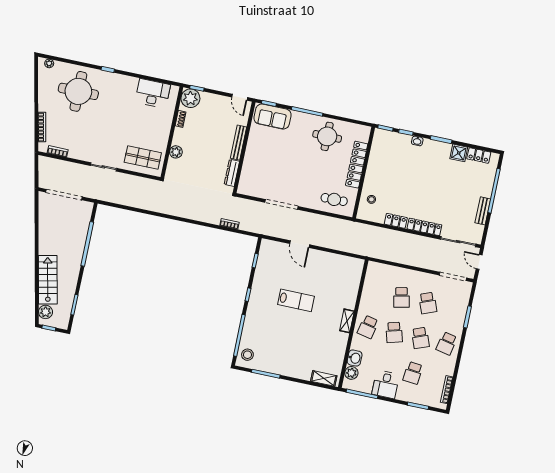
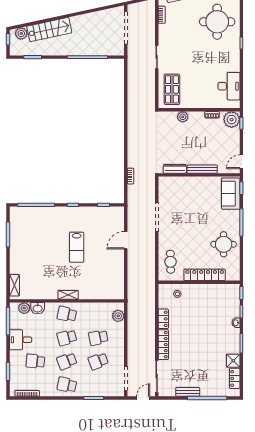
plant: (382, 270) -> (118, 316), added
stool: (247, 355) -> (21, 215), removed

